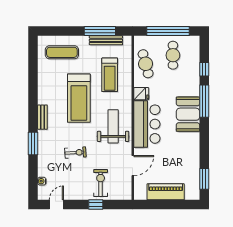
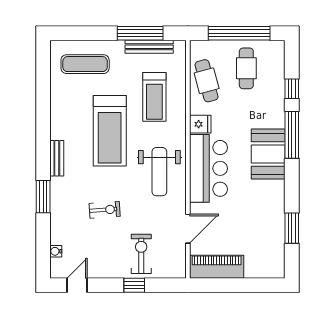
weight bench: (113, 126) -> (159, 172), turned 180
window: (204, 179) -> (292, 228), moved
piano: (166, 192) -> (217, 267), moved

